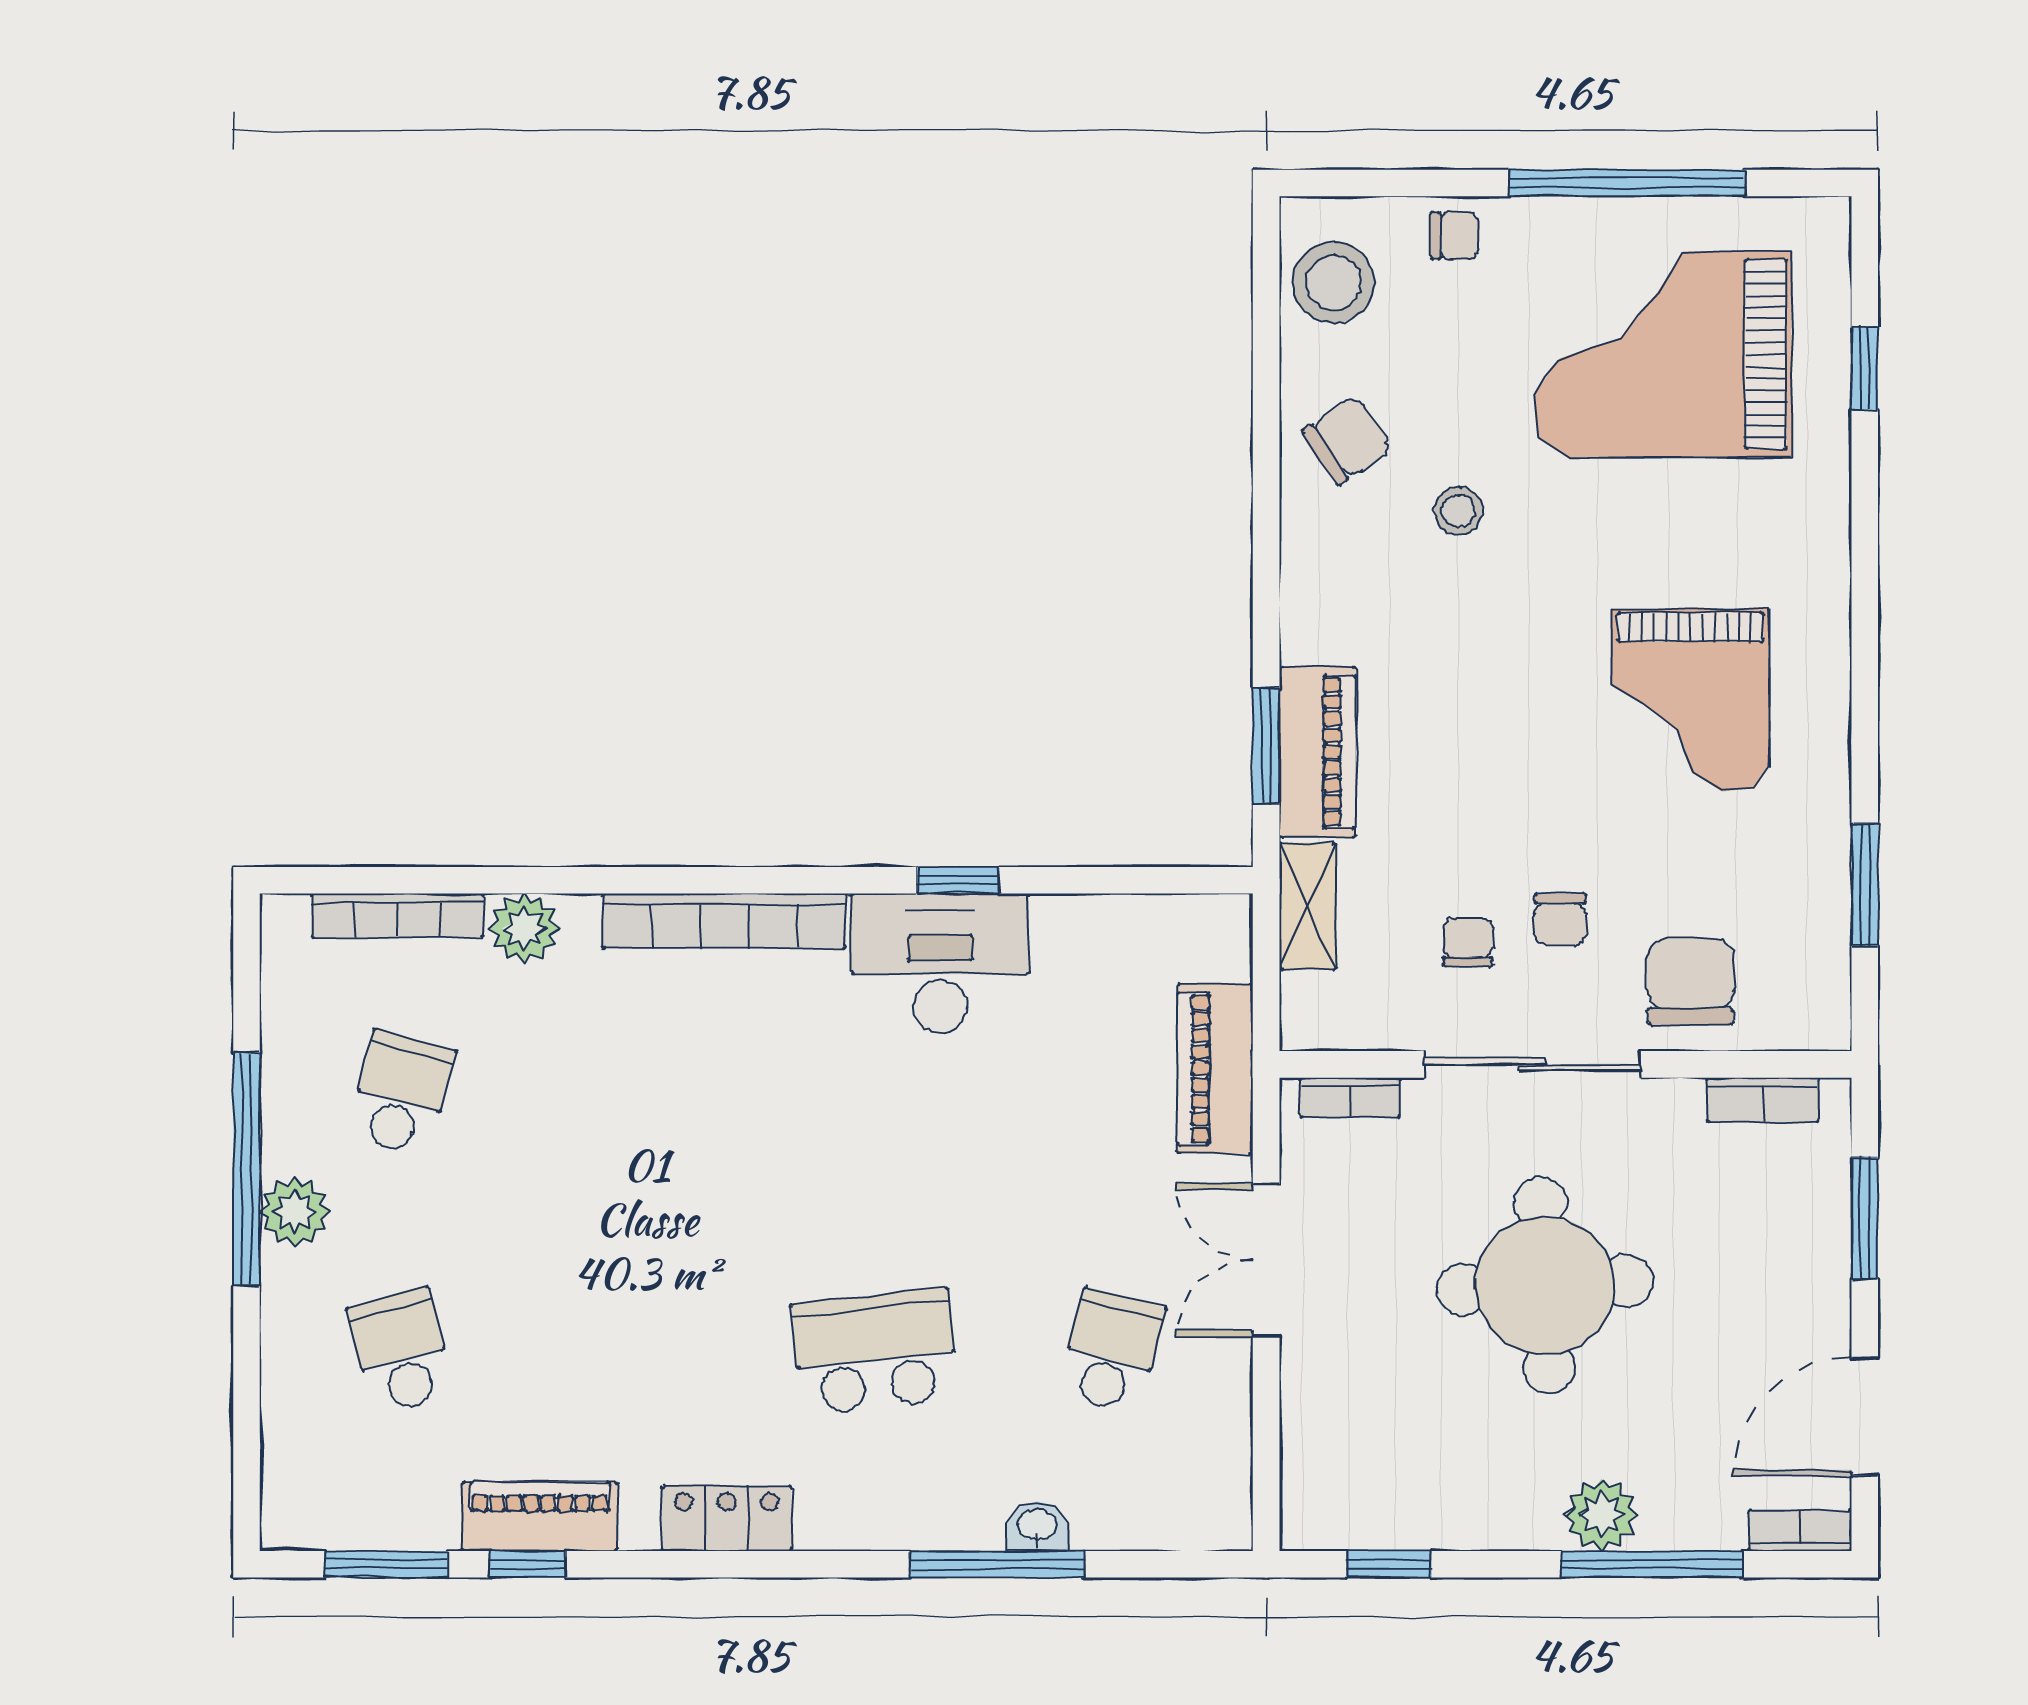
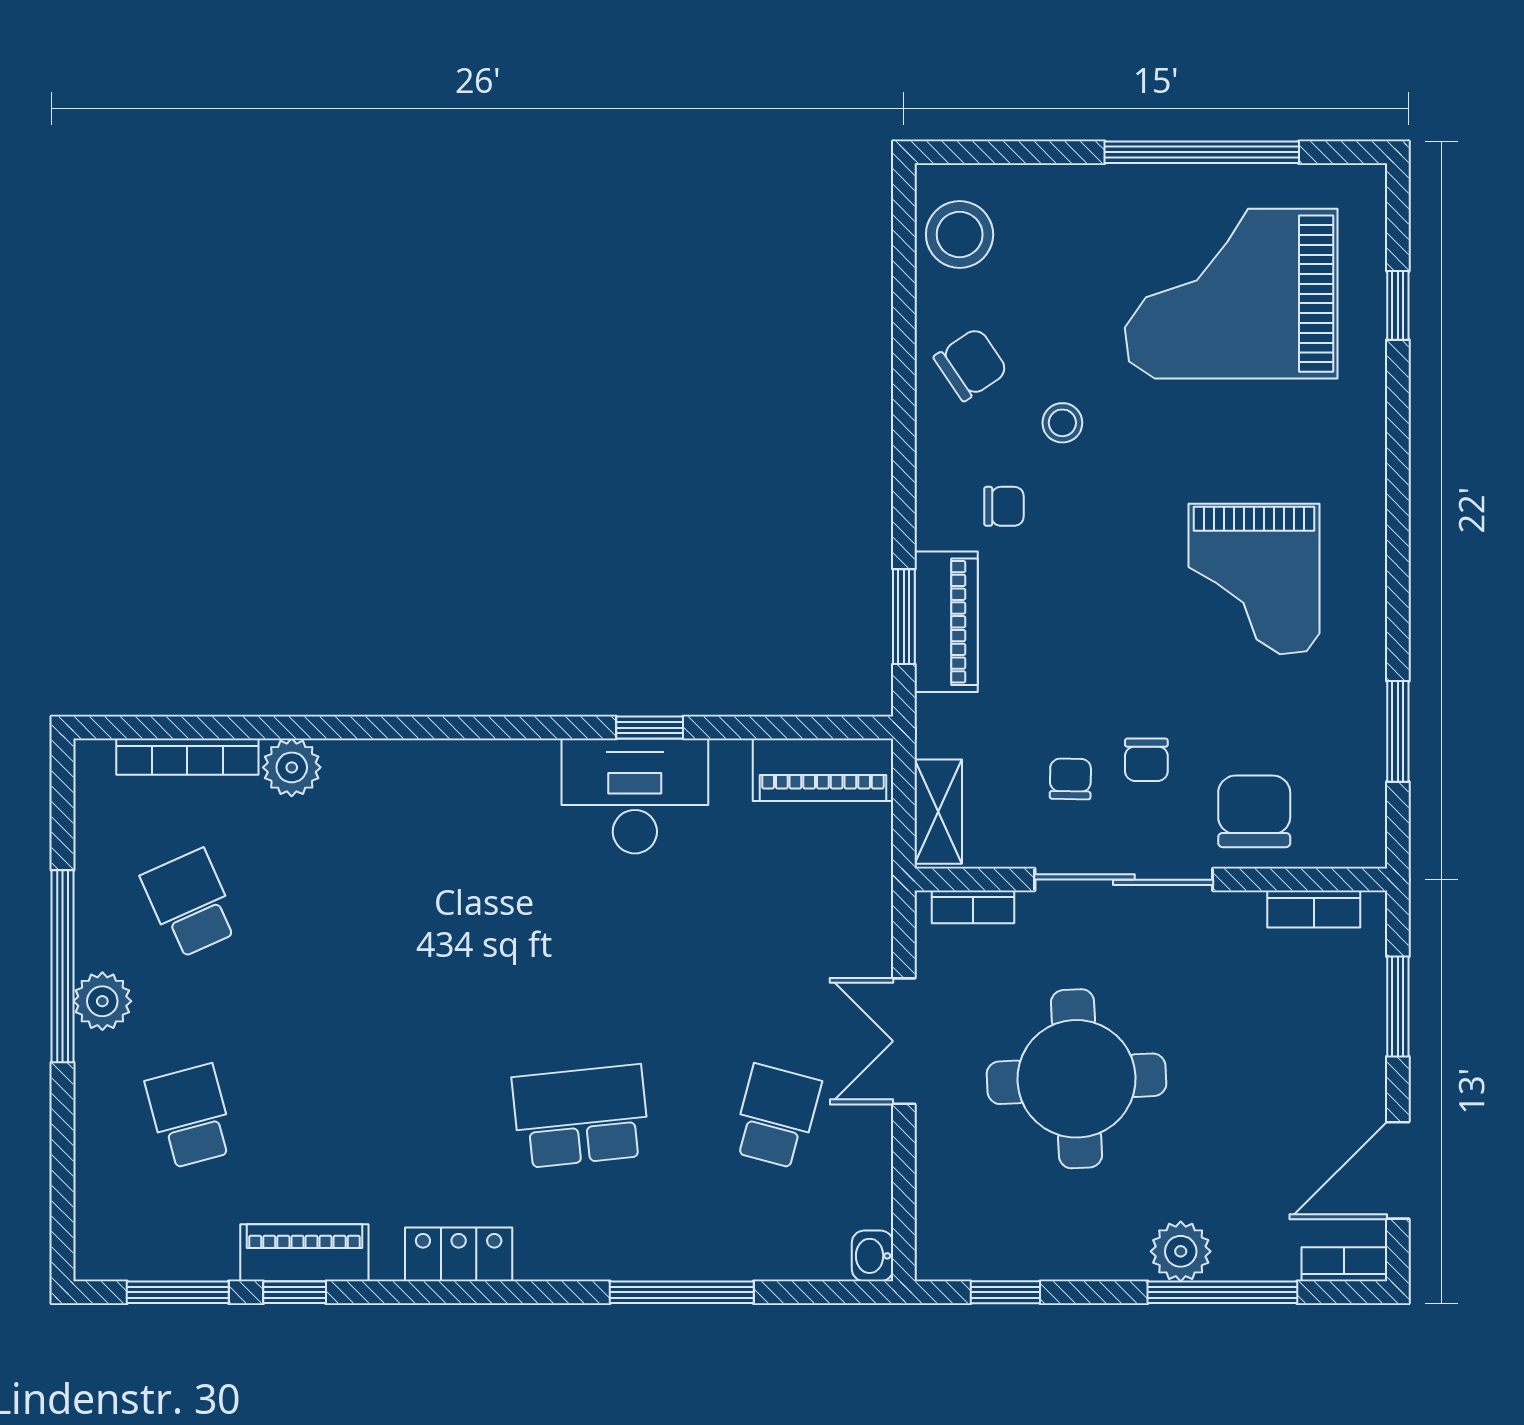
chair: (1455, 235) -> (1004, 506), moved
shelving: (1308, 906) -> (938, 812), moved
bookcase: (724, 921) -> (457, 761), removed
piano: (1215, 1069) -> (823, 770), moved, turned -90
school desk: (401, 1093) -> (190, 903), turned -39
round table: (1545, 1285) -> (1077, 1079), moved
washbasin: (1037, 1526) -> (872, 1256), moved, turned -90

